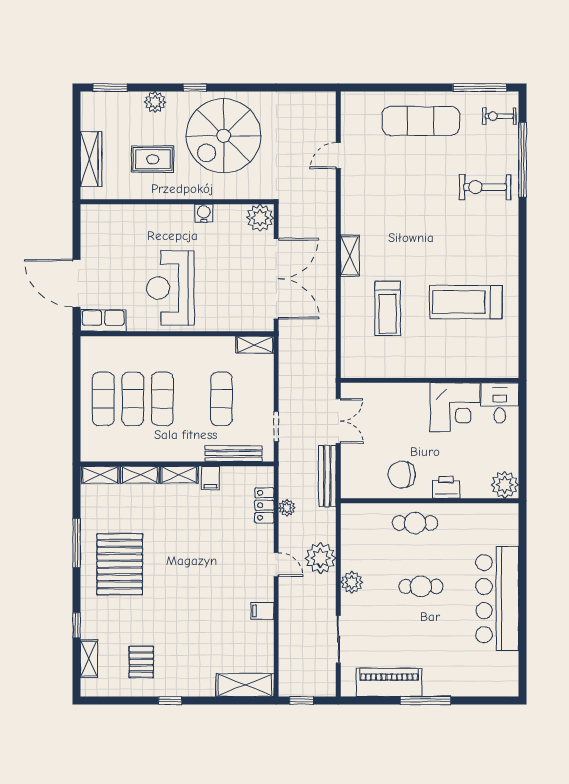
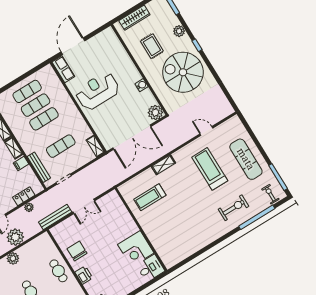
exercise bike: (485, 187) -> (234, 208), turned 90
treadmill: (466, 302) -> (210, 169), moved
wall: (430, 380) -> (141, 229), moved
desk: (500, 403) -> (151, 268), moved
corner desk: (455, 407) -> (136, 249), moved

